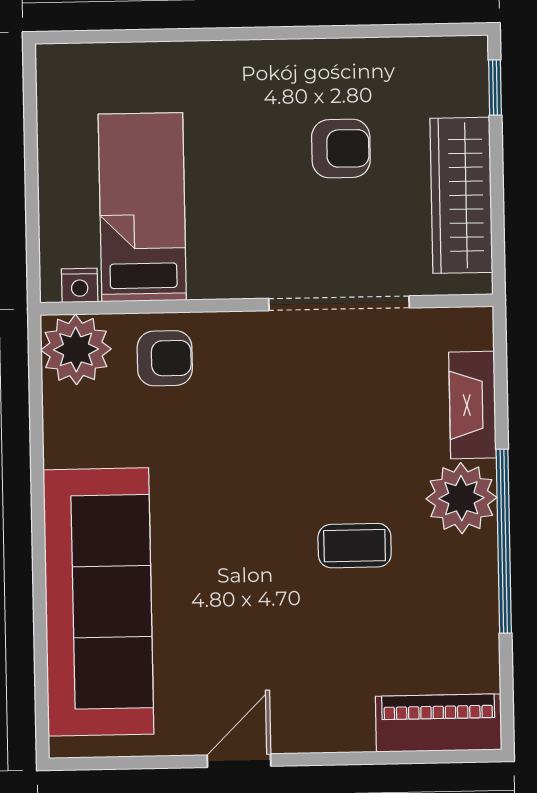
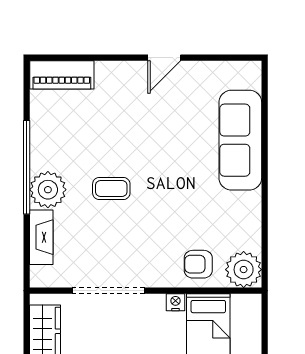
nightstand: (80, 285) -> (175, 302), moved
coffee table: (355, 546) -> (111, 188), moved
sofa: (98, 602) -> (240, 140), width x0.74, depth x0.79

